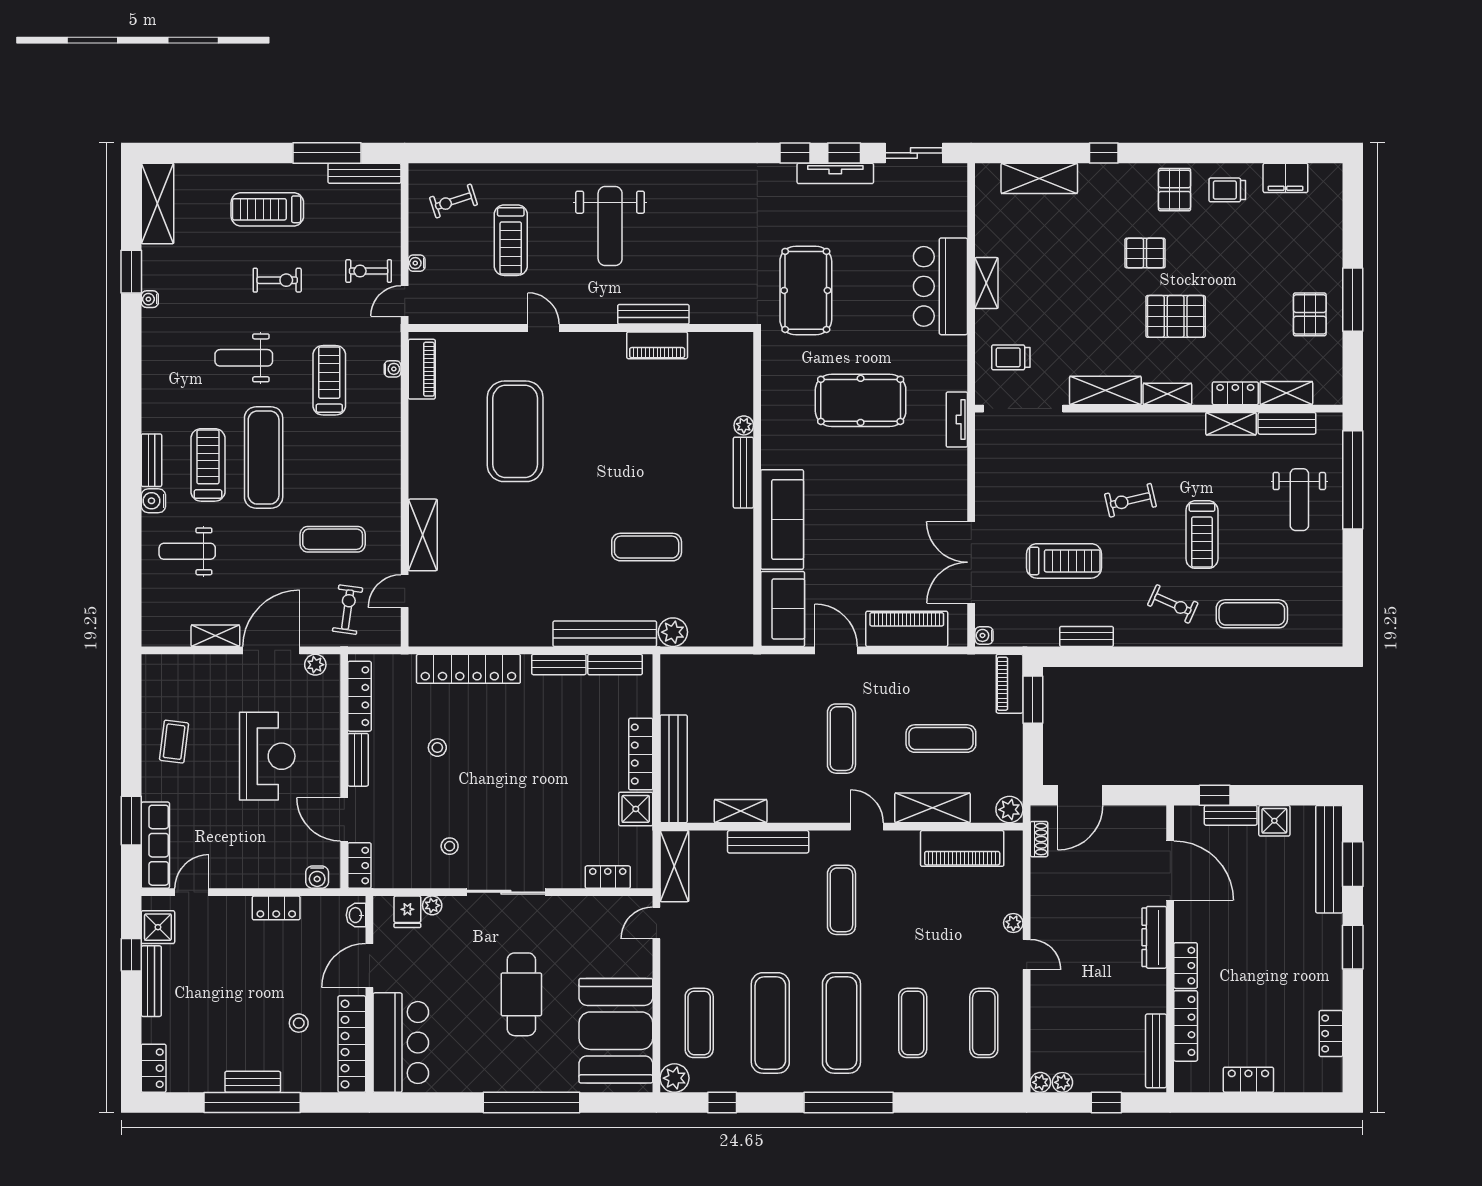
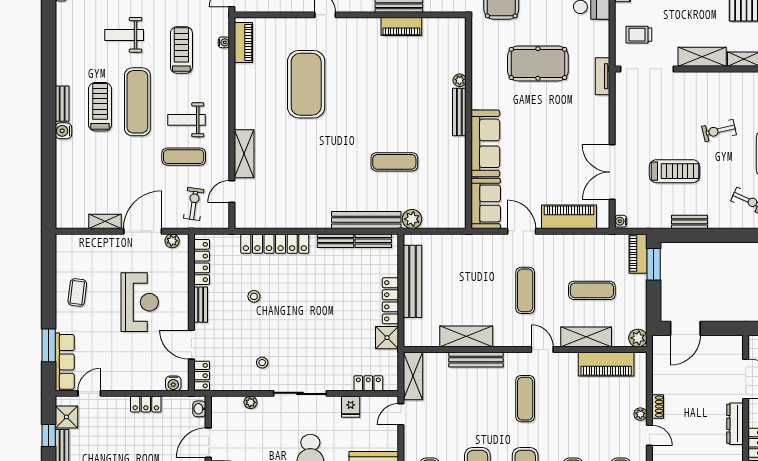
weight bench: (187, 551) -> (187, 120), moved
bench: (674, 769) -> (412, 281), moved
shelving: (741, 811) -> (466, 336), width x1.50, depth x1.33
shoe rack: (1039, 839) -> (658, 406), moved
fridge: (407, 912) -> (351, 407), moved

